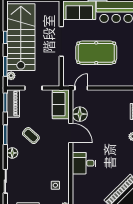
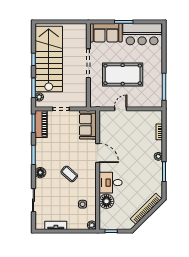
door: (81, 88) -> (121, 109), moved
floor lamp: (80, 114) -> (106, 201), moved
coffee table: (31, 136) -> (69, 174), moved

